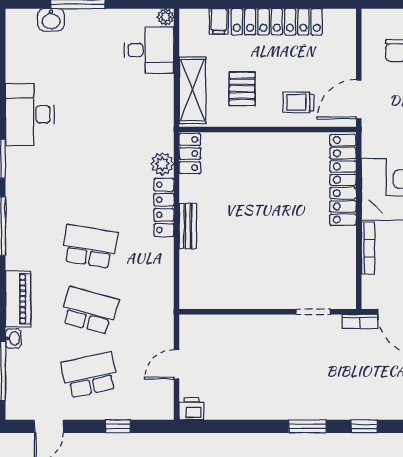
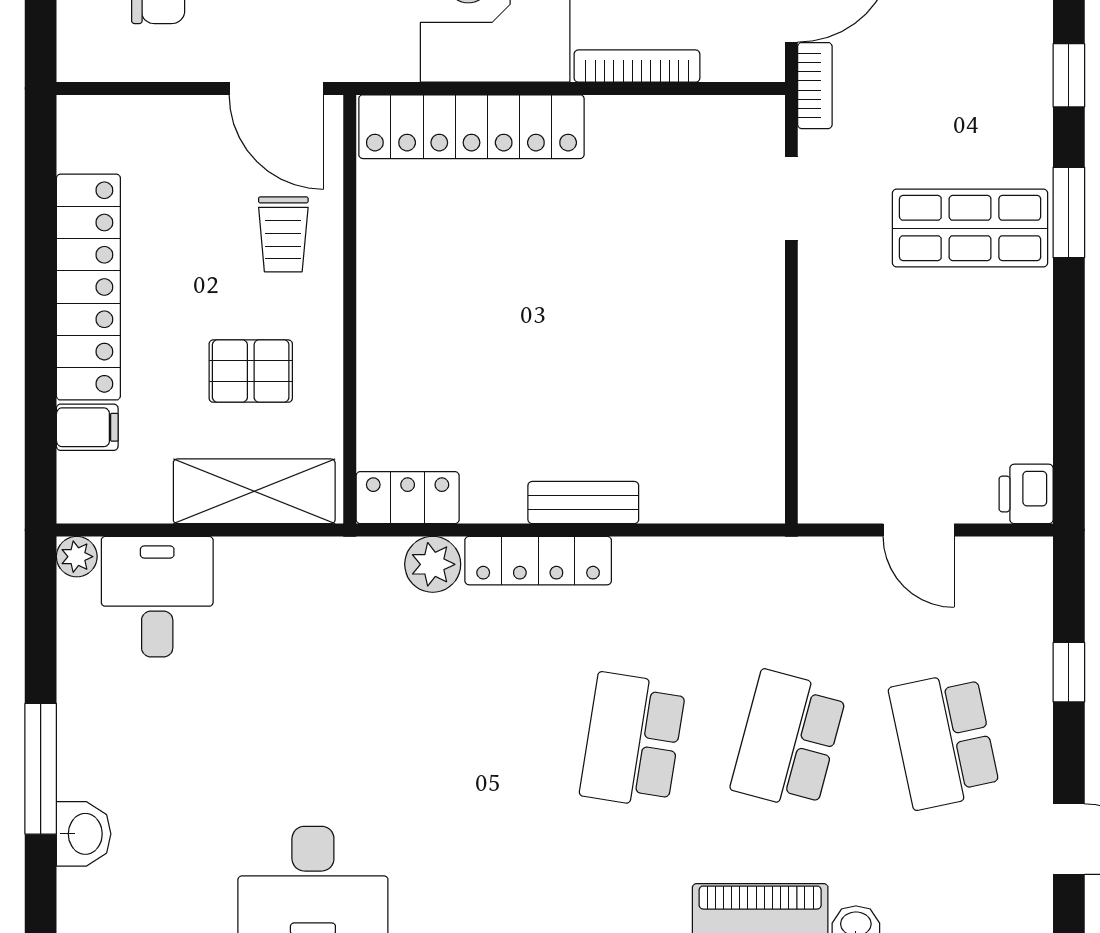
shop shelf: (301, 386) -> (970, 228), added

